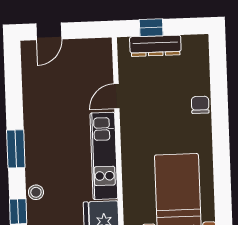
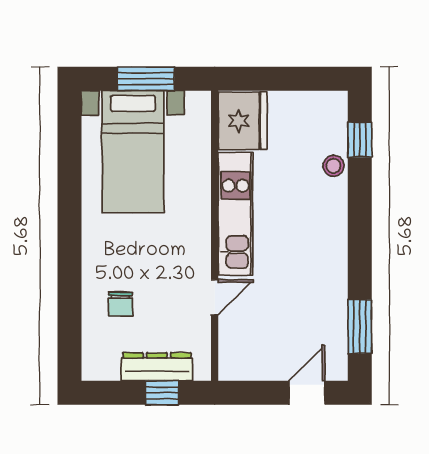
chair: (200, 105) -> (120, 304), moved
window: (16, 149) -> (360, 327), moved

